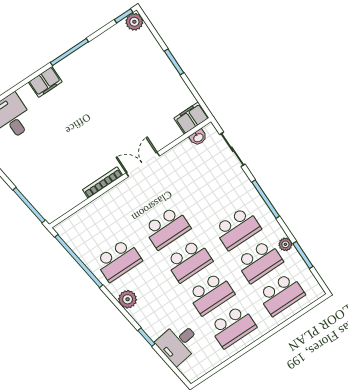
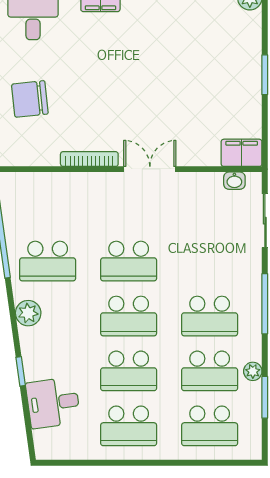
chair: (43, 170) -> (30, 99), added

